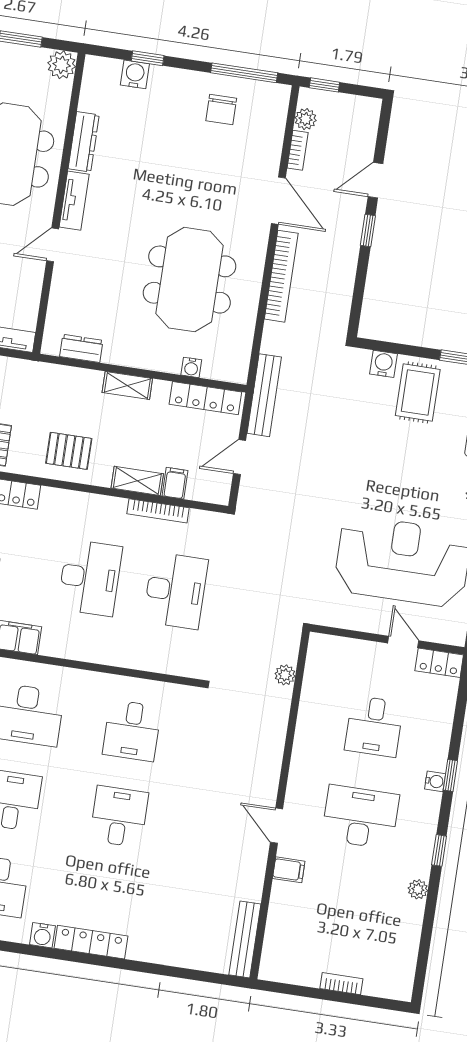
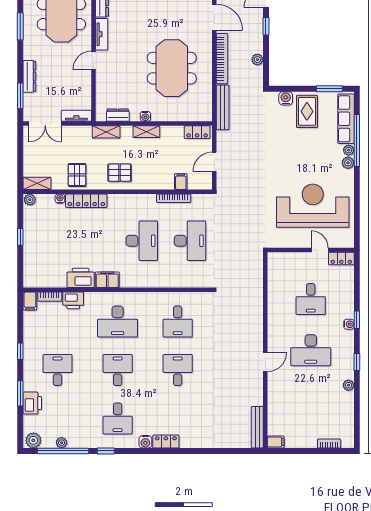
water cooler: (191, 367) -> (145, 116), moved
bench: (264, 395) -> (223, 107), moved
locker: (205, 398) -> (197, 132), width x0.66
shelving: (137, 481) -> (106, 132), moved
plant: (285, 675) -> (257, 60), moved
desk: (360, 817) -> (311, 350), turned 180
door: (277, 826) -> (265, 362), swing flipped
filing cabinet: (289, 870) -> (276, 442), moved
locker: (91, 942) -> (166, 442), width x0.66
bookcase: (341, 984) -> (329, 444), moved

